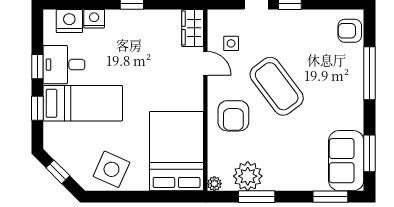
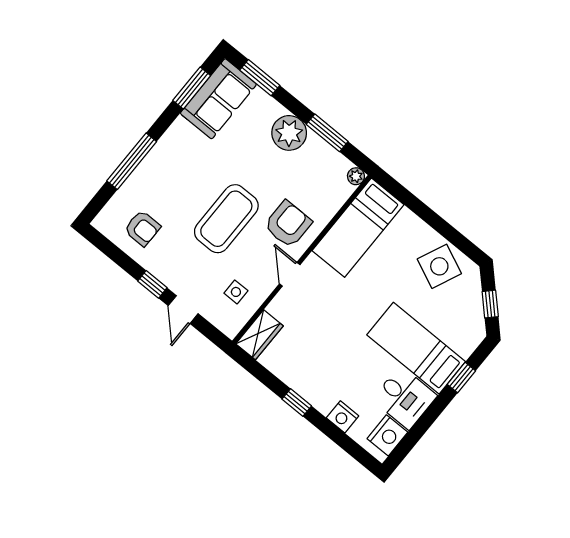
nightstand: (69, 21) -> (387, 435), moved, turned -90
armchair: (350, 31) -> (142, 228), moved
door: (205, 63) -> (290, 274), moved
window: (37, 67) -> (430, 416), removed
coffee table: (277, 86) -> (226, 219), turned 37
bed: (177, 151) -> (358, 228), width x0.67
plant: (248, 176) -> (289, 133), moved

